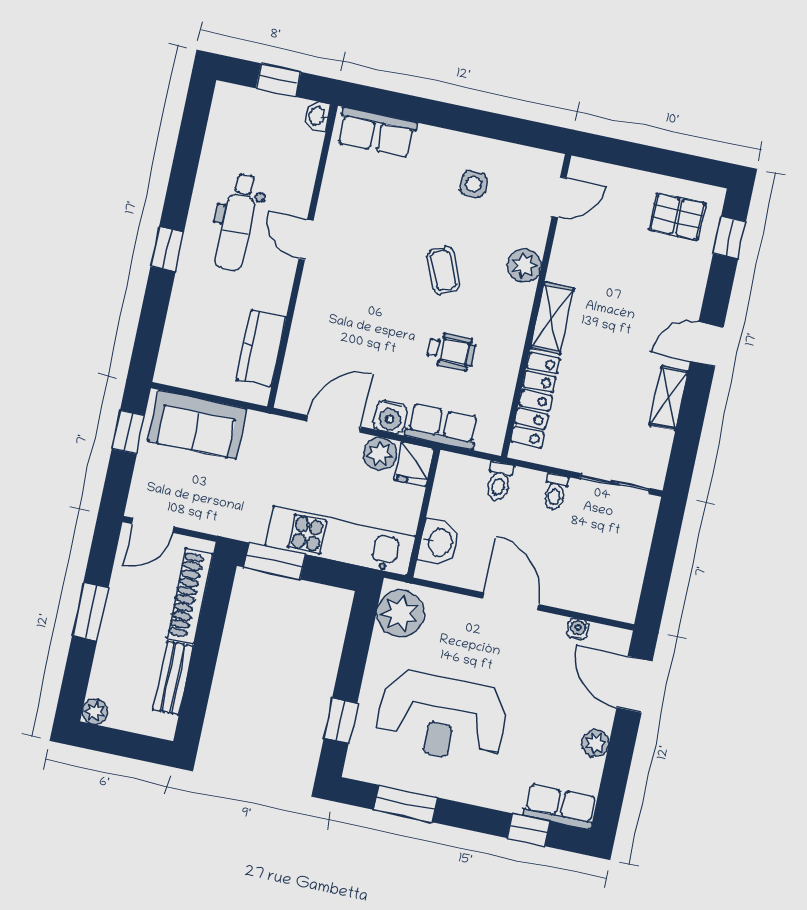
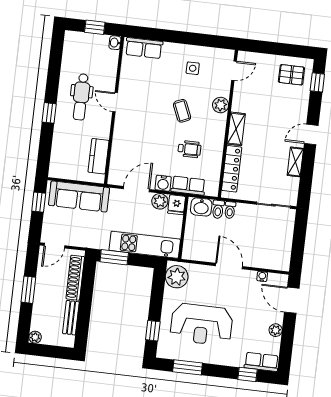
sofa: (197, 425) -> (79, 196), width x1.36
toilet: (555, 492) -> (230, 210), moved
washbasin: (439, 542) -> (201, 207), moved, turned 90

